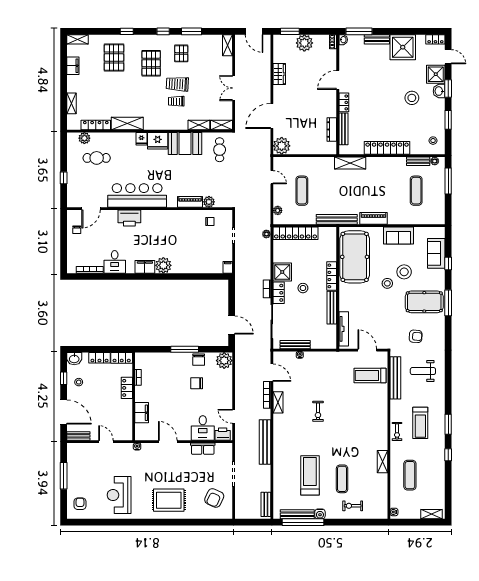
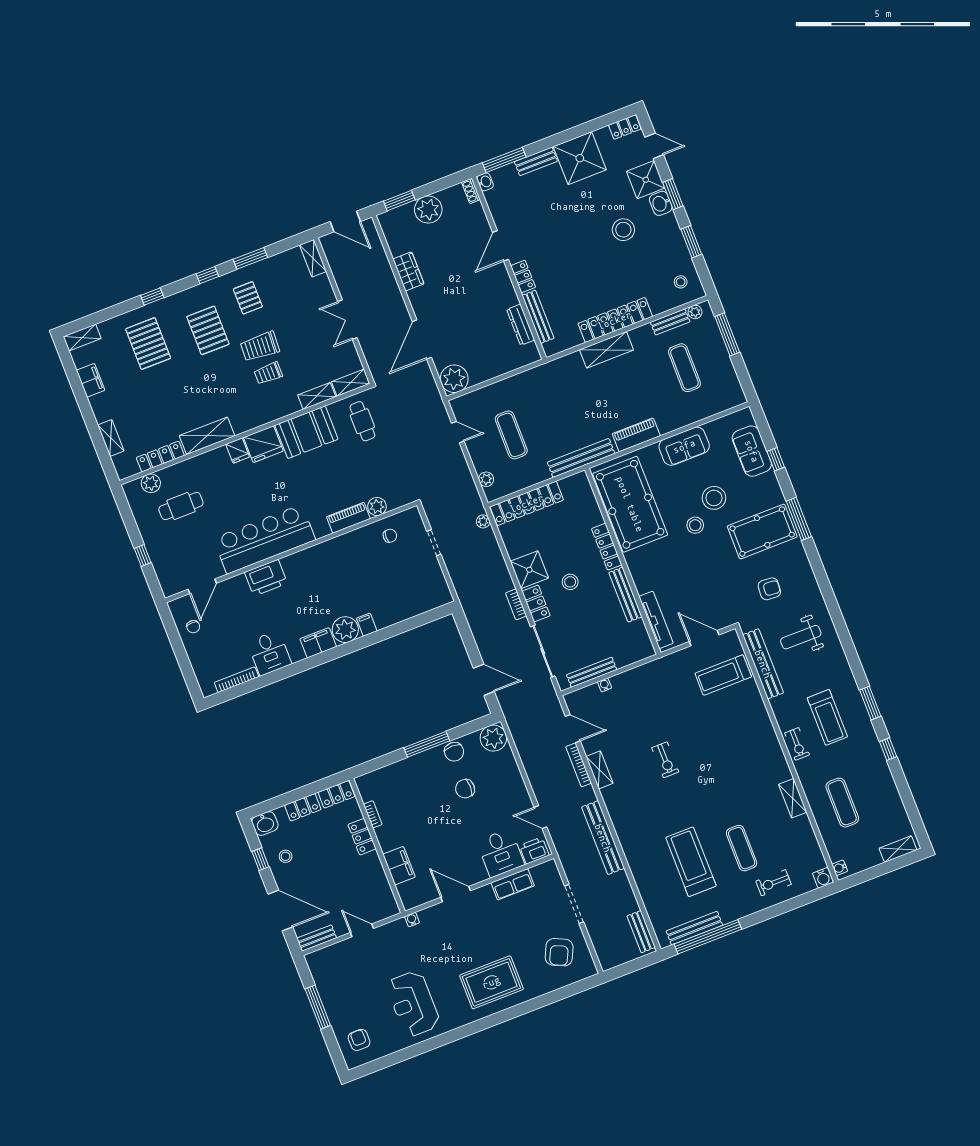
shelving: (350, 163) -> (606, 350), moved
filing cabinet: (228, 267) -> (367, 625), moved
water cooler: (320, 514) -> (823, 878), moved

